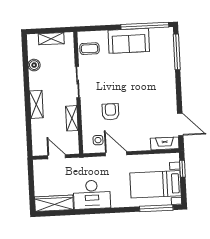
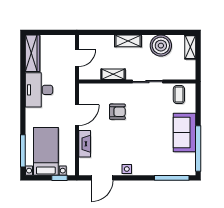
shelving: (51, 39) -> (190, 47), moved
boiler: (34, 65) -> (161, 46), width x1.86, depth x1.86
side table: (98, 140) -> (127, 169), moved
fireplace: (165, 143) -> (85, 144), moved

